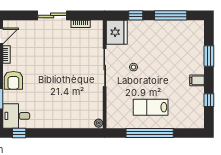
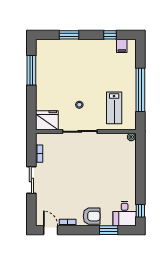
window: (136, 15) -> (31, 103), removed
filing cabinet: (197, 80) -> (122, 46), moved
lab bench: (151, 107) -> (114, 108), moved

